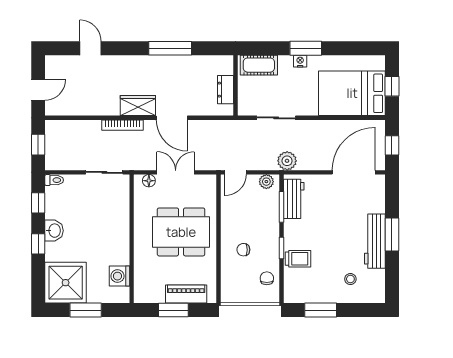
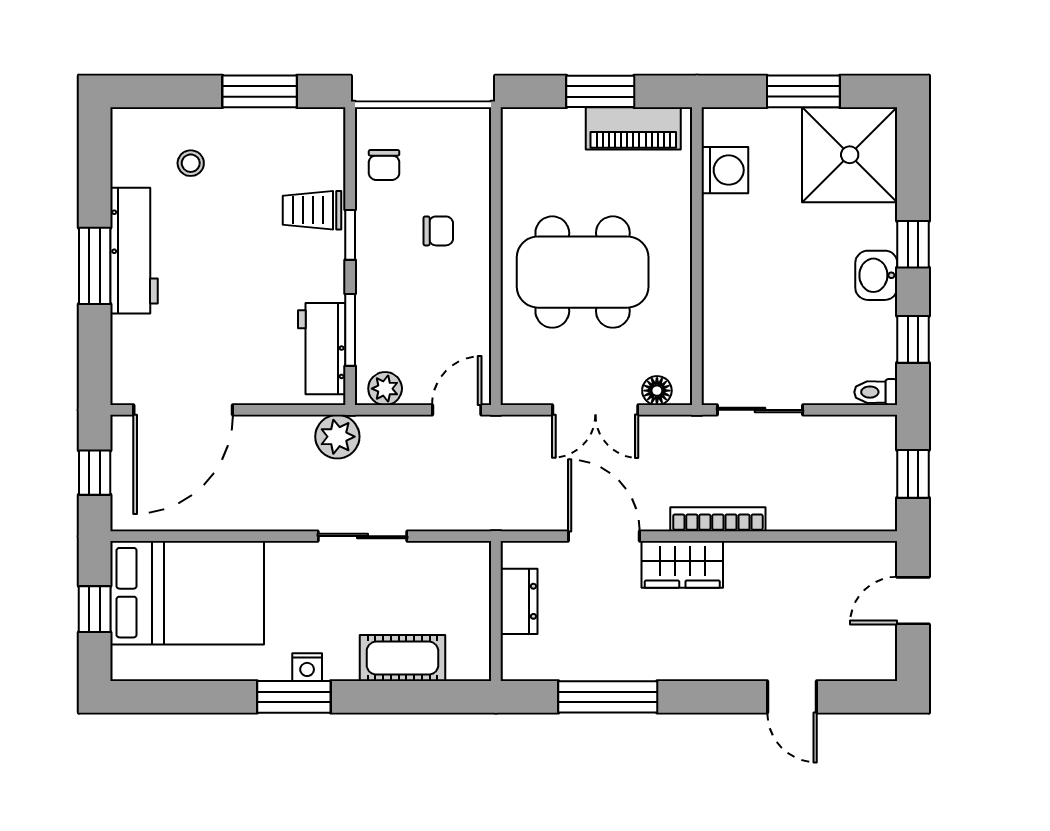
wall: (236, 85) -> (496, 611), moved
dresser: (226, 90) -> (519, 601), moved
piano: (186, 294) -> (633, 128), moved

